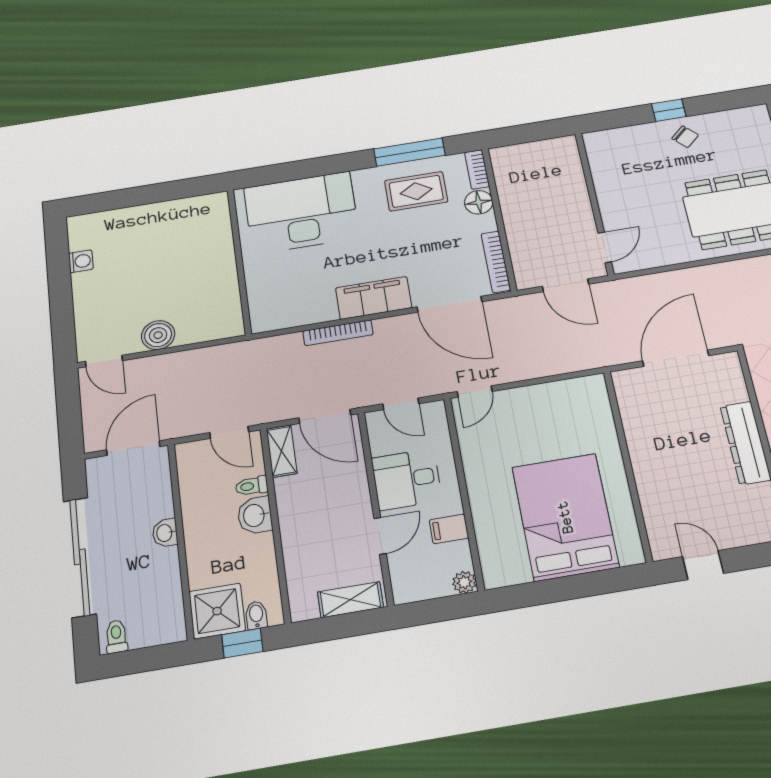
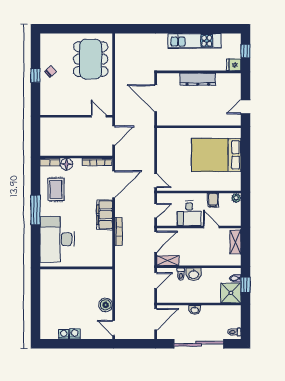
window: (409, 152) -> (35, 210), moved
washing machine: (83, 283) -> (75, 334), added
door: (104, 361) -> (114, 328), swing flipped
door: (133, 448) -> (156, 319), swing flipped

